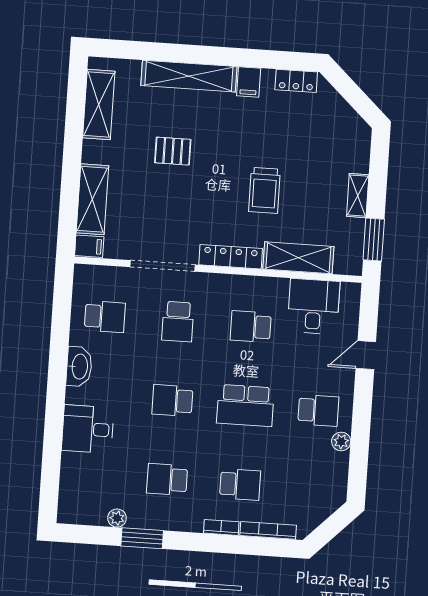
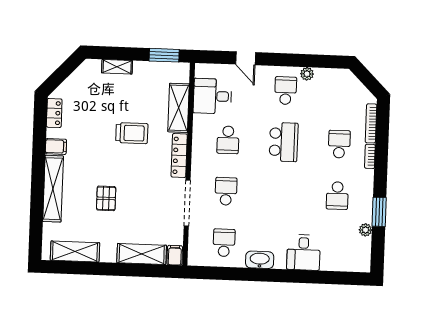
shelving: (358, 196) -> (117, 67), moved
school desk: (178, 322) -> (226, 191), turned -90
school desk: (172, 401) -> (282, 193), removed

